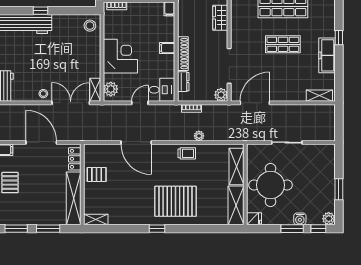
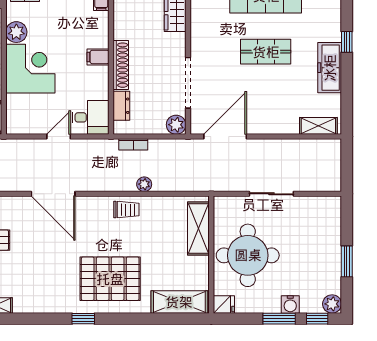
plant: (111, 89) -> (16, 32), moved
shelving: (236, 205) -> (179, 302), moved, turned 90

